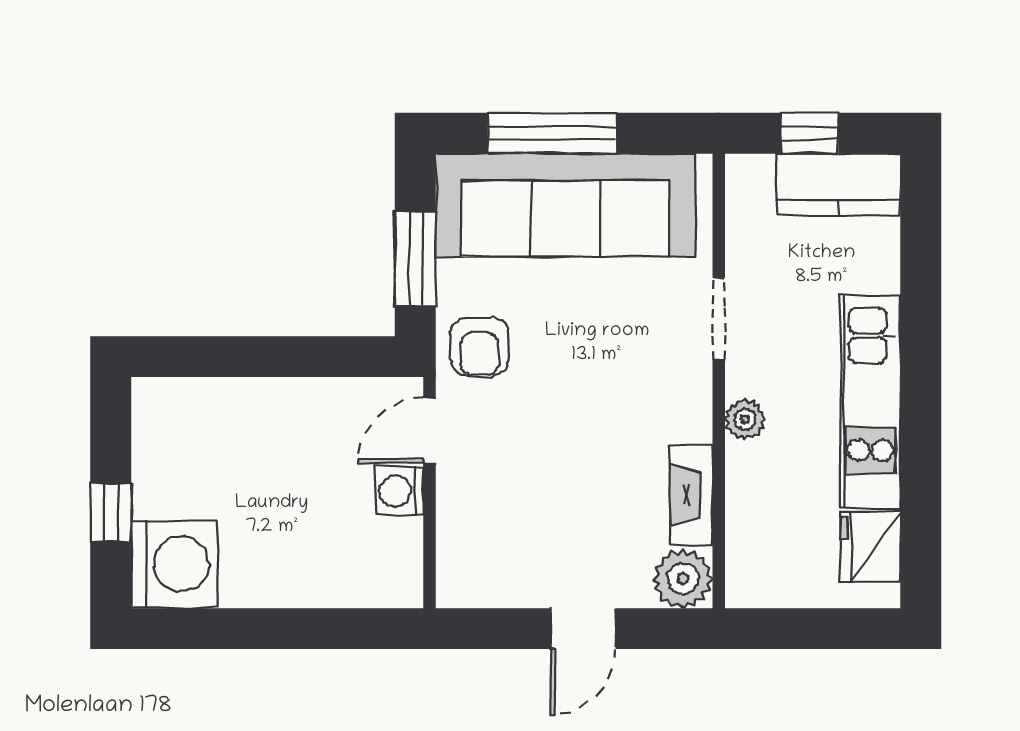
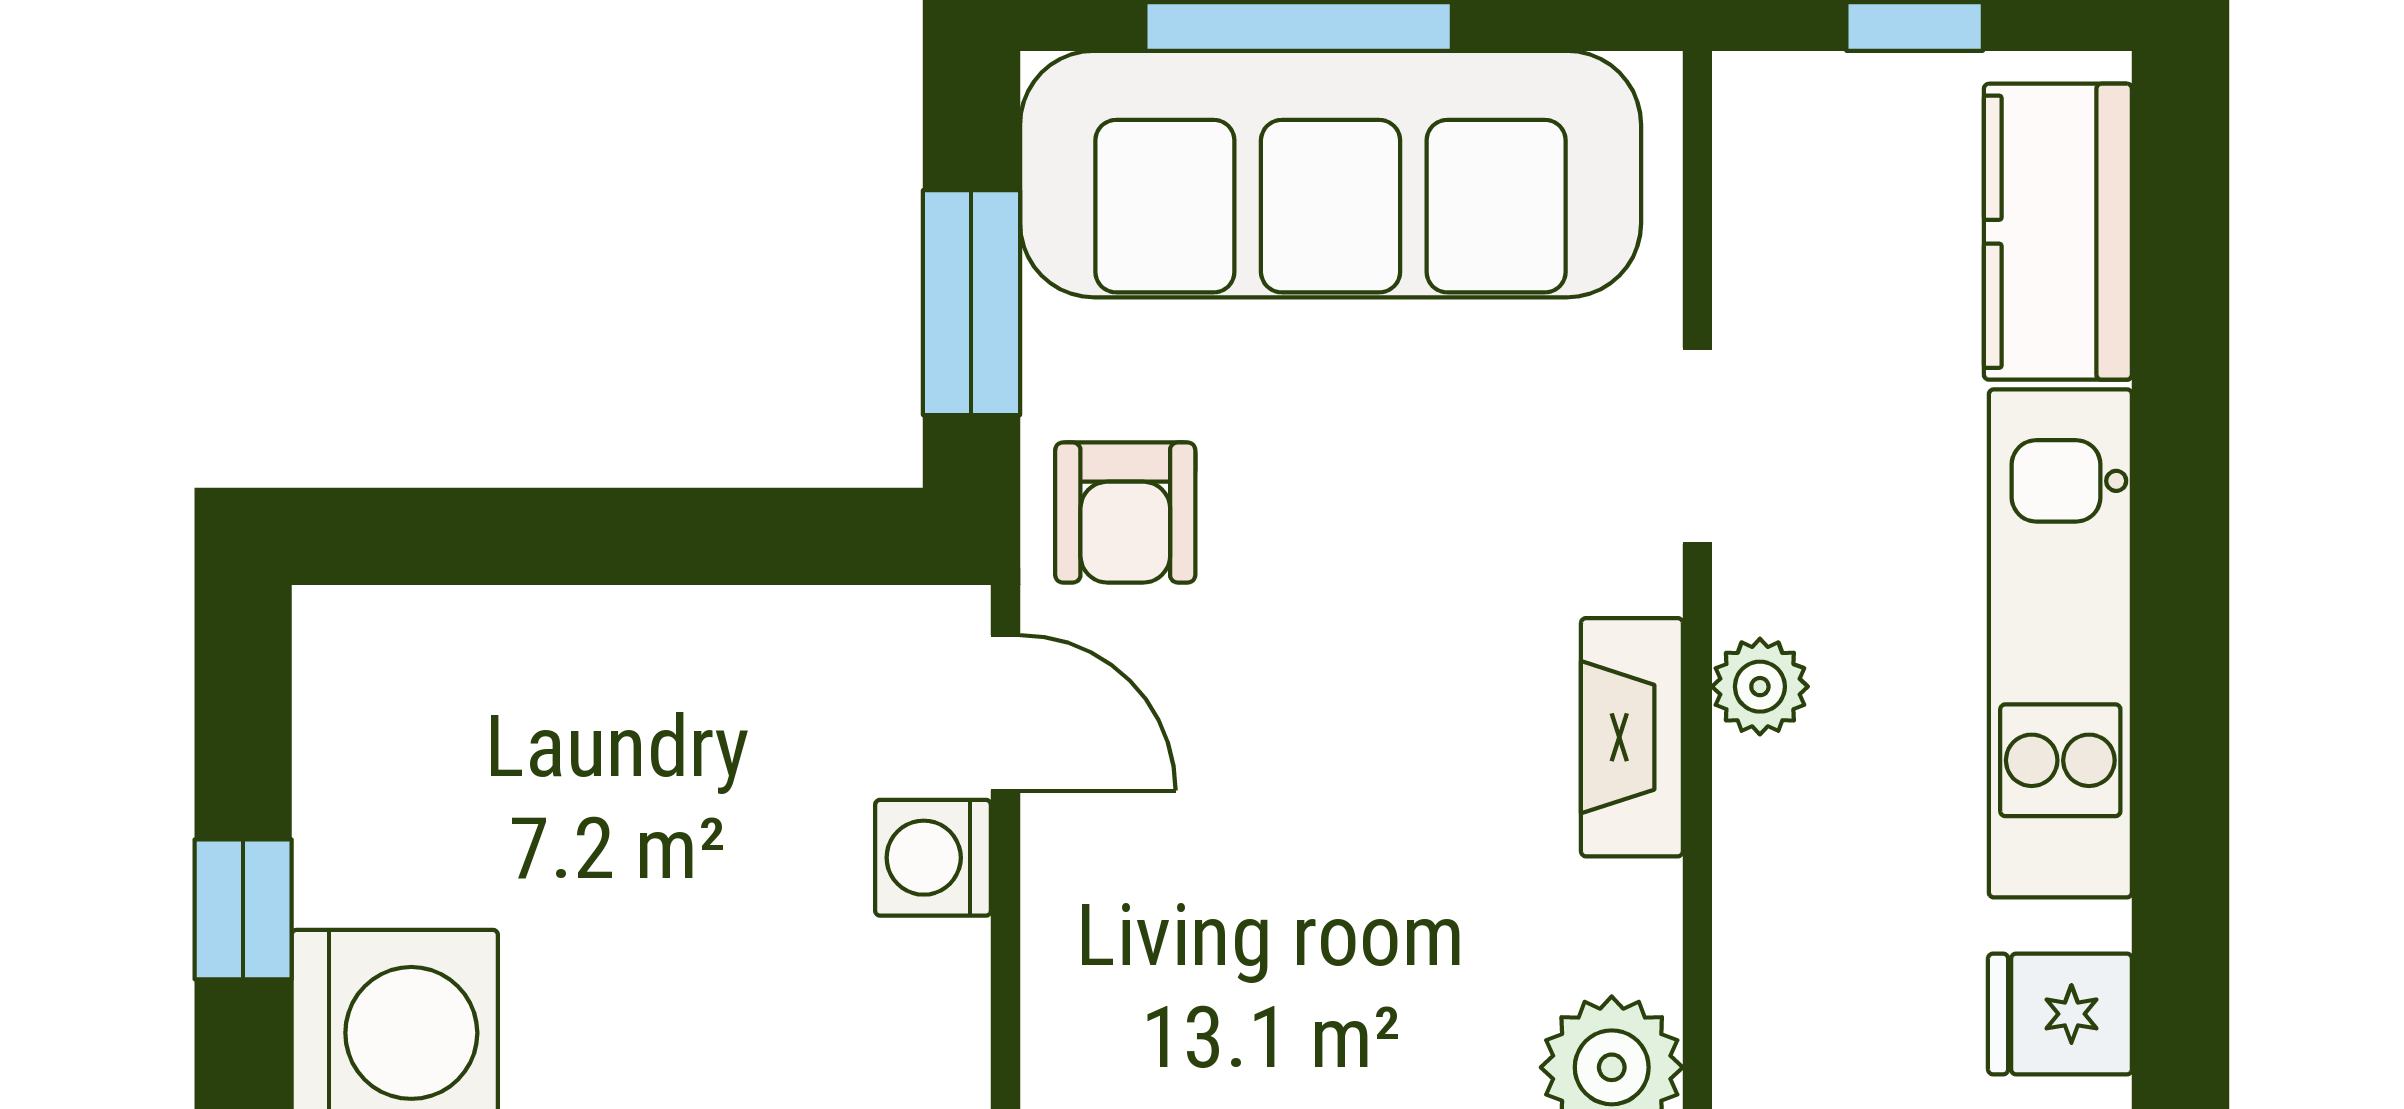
kitchen counter: (839, 184) -> (2058, 232), moved, turned 90
door: (429, 430) -> (1005, 713), swing flipped
fireplace: (691, 495) -> (1632, 737), moved
fridge: (870, 547) -> (2060, 1014), width x0.72

